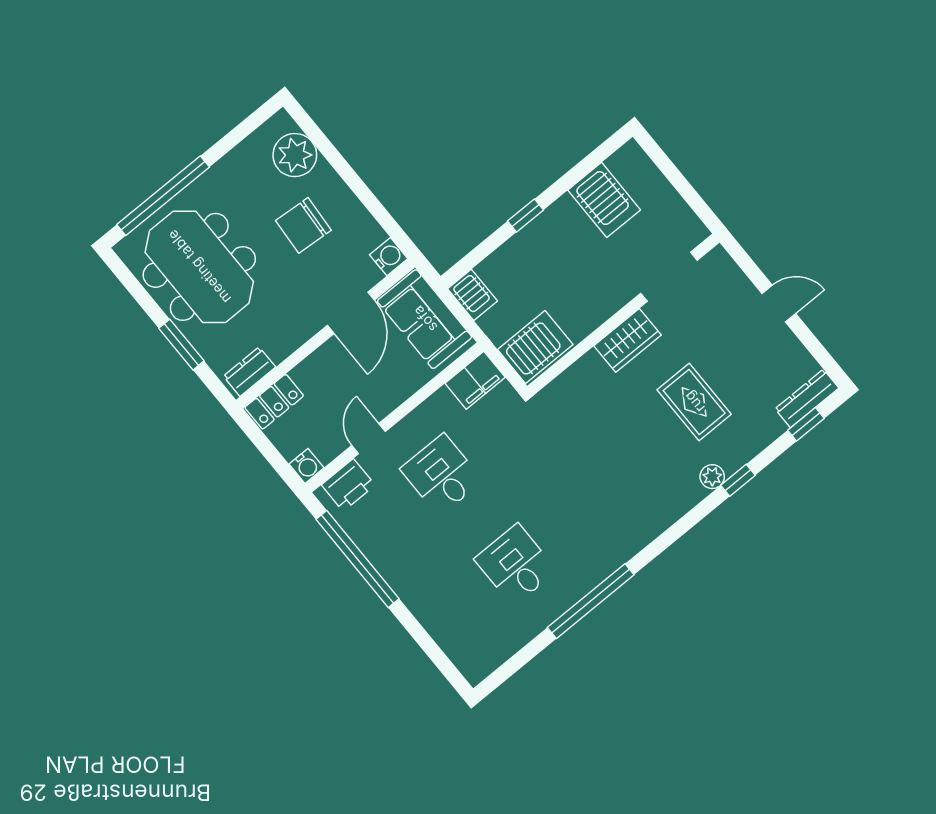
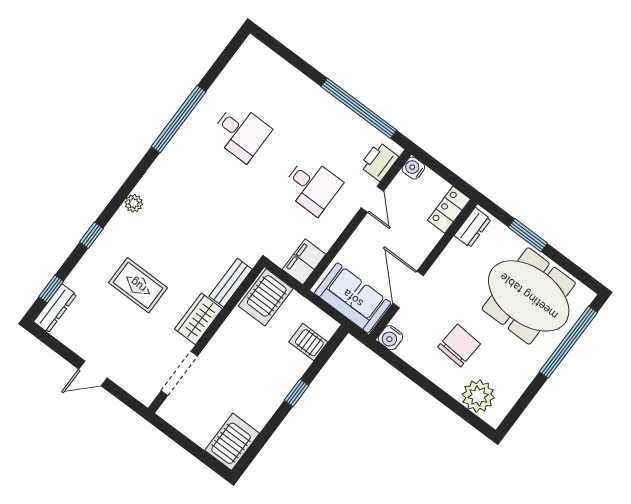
server rack: (604, 200) -> (232, 442), moved, turned 90
server rack: (473, 295) -> (308, 342), moved
bench: (575, 377) -> (231, 283), added
plant: (712, 477) -> (134, 203), moved

